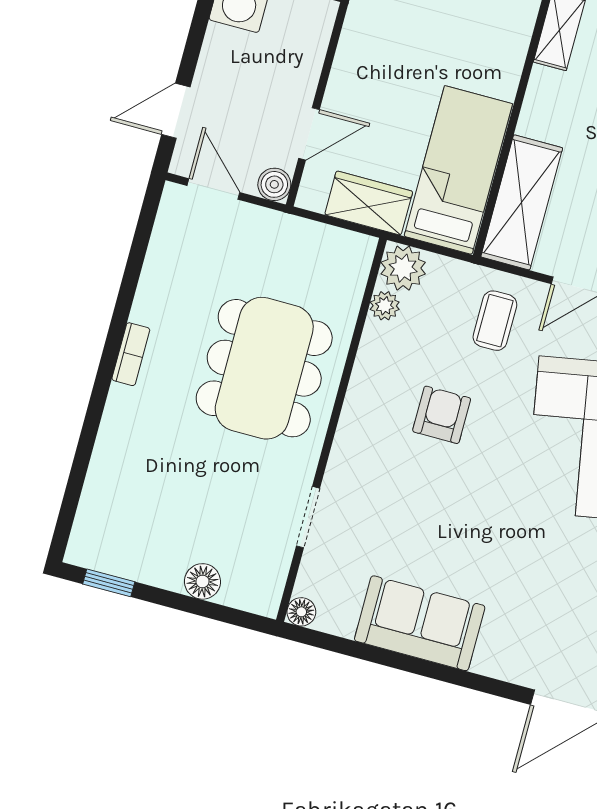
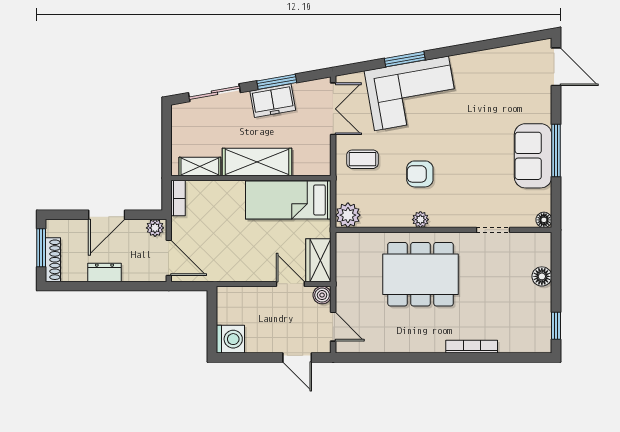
door: (213, 189) -> (333, 327), swing flipped
shelving: (522, 202) -> (257, 162), moved
wardrobe: (369, 203) -> (318, 260), moved
plant: (385, 306) -> (420, 220), moved
bookcase: (131, 354) -> (472, 347), moved, width x1.56
window: (418, 666) -> (556, 150), added

